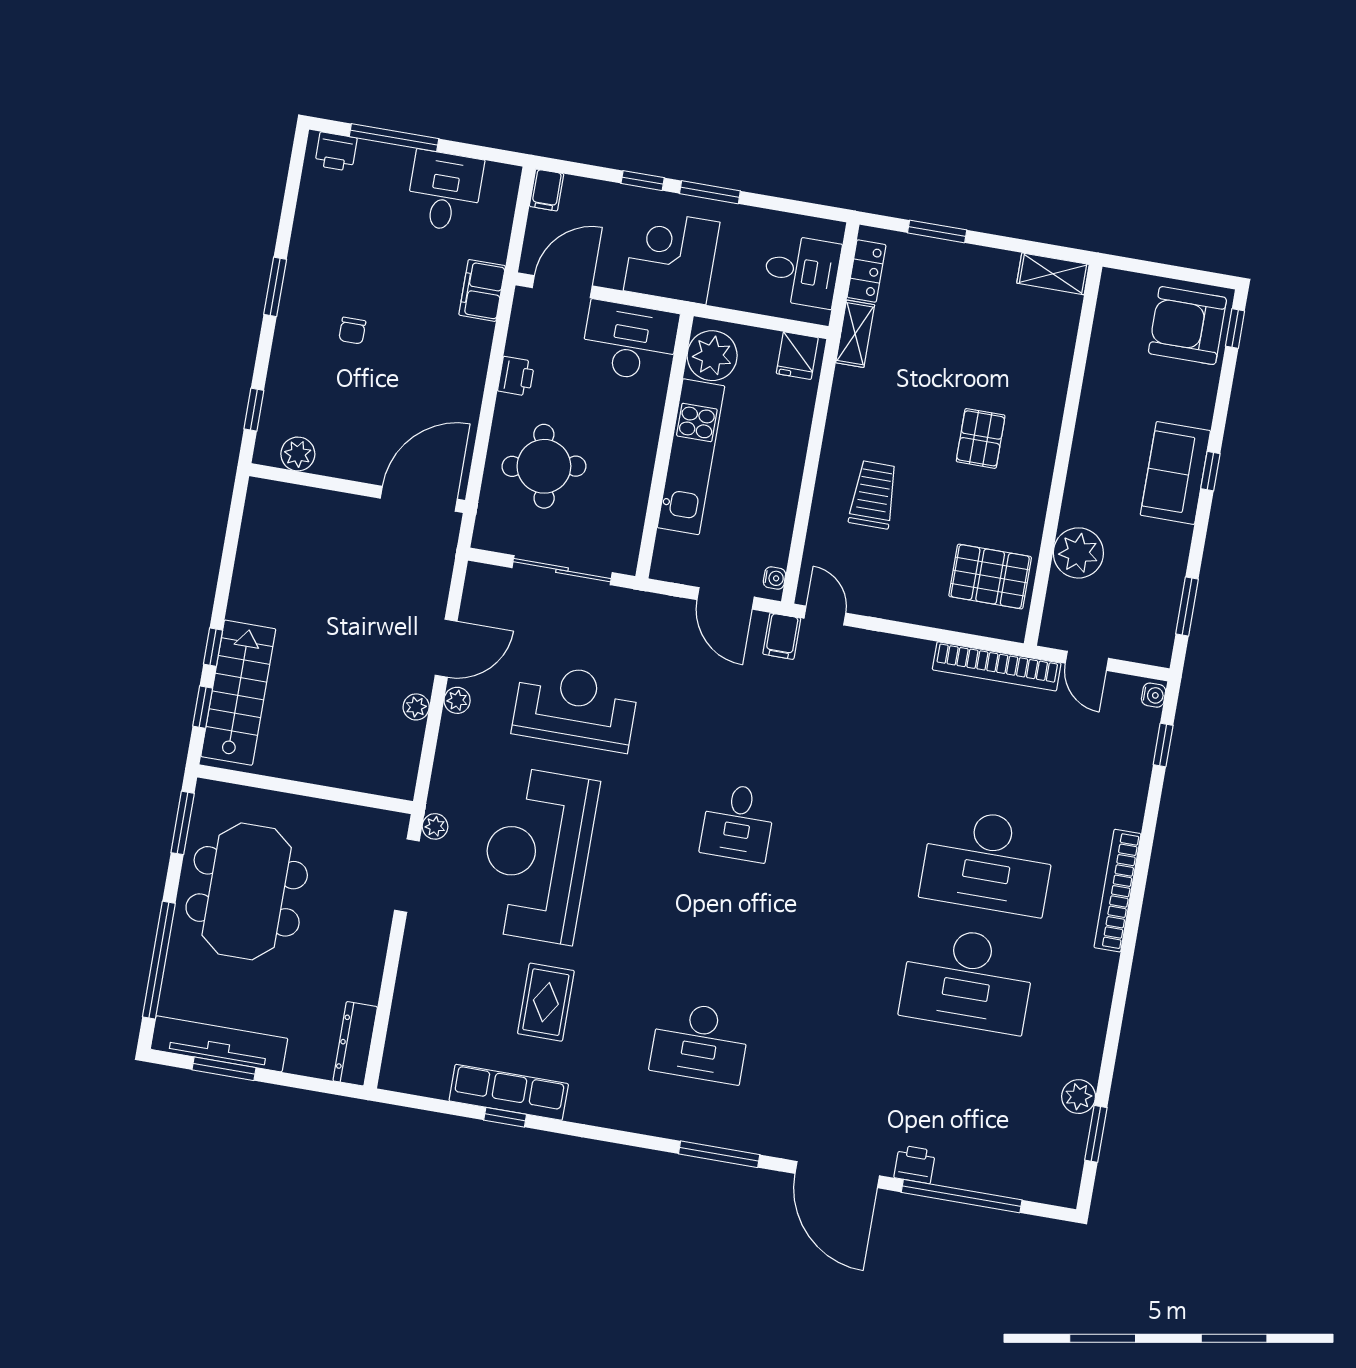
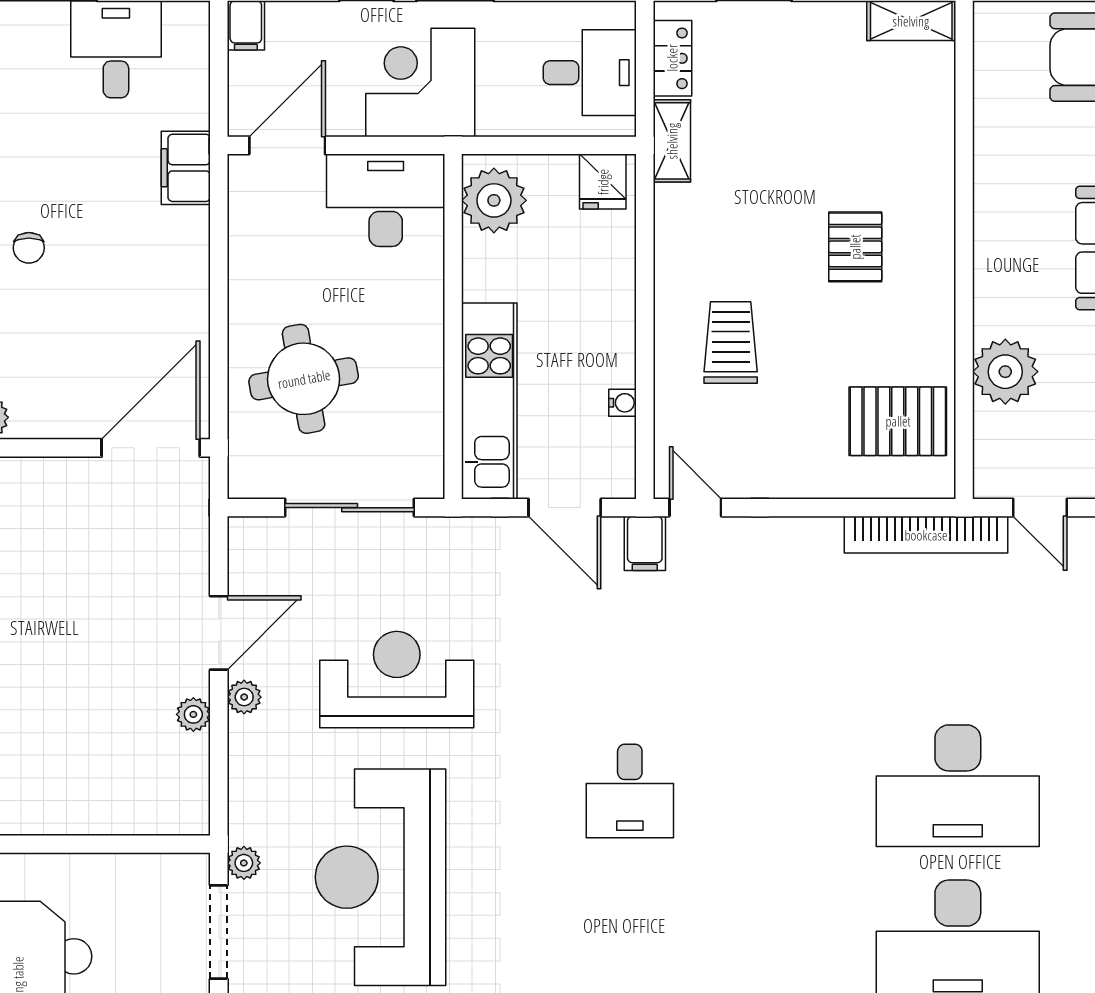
printer: (516, 376) -> (248, 270), removed
kitchen unit: (691, 457) -> (489, 401), moved
water cooler: (774, 578) -> (623, 403), moved

